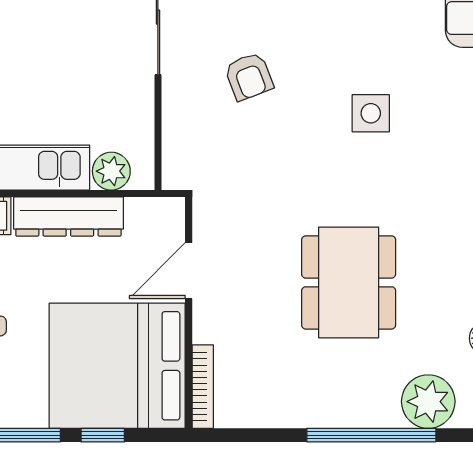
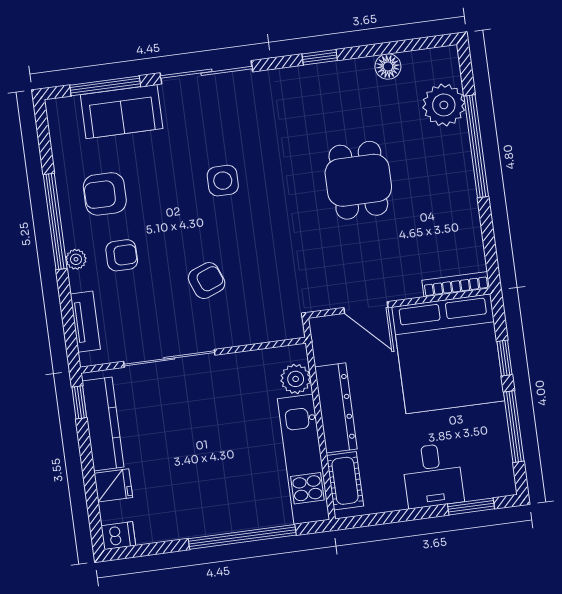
dining table: (349, 282) -> (358, 180), width x0.73

